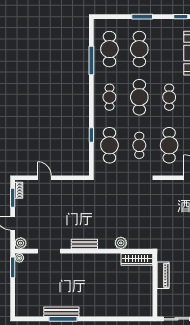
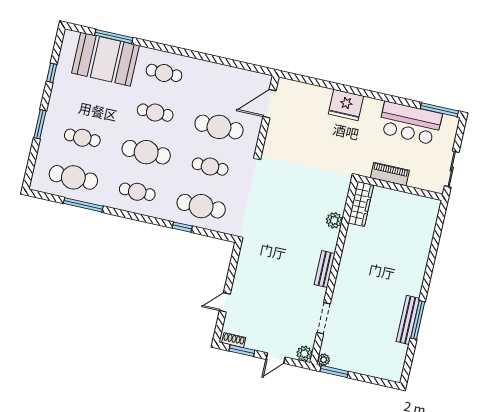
cafe table: (139, 49) -> (82, 138), width x0.73, depth x0.74

